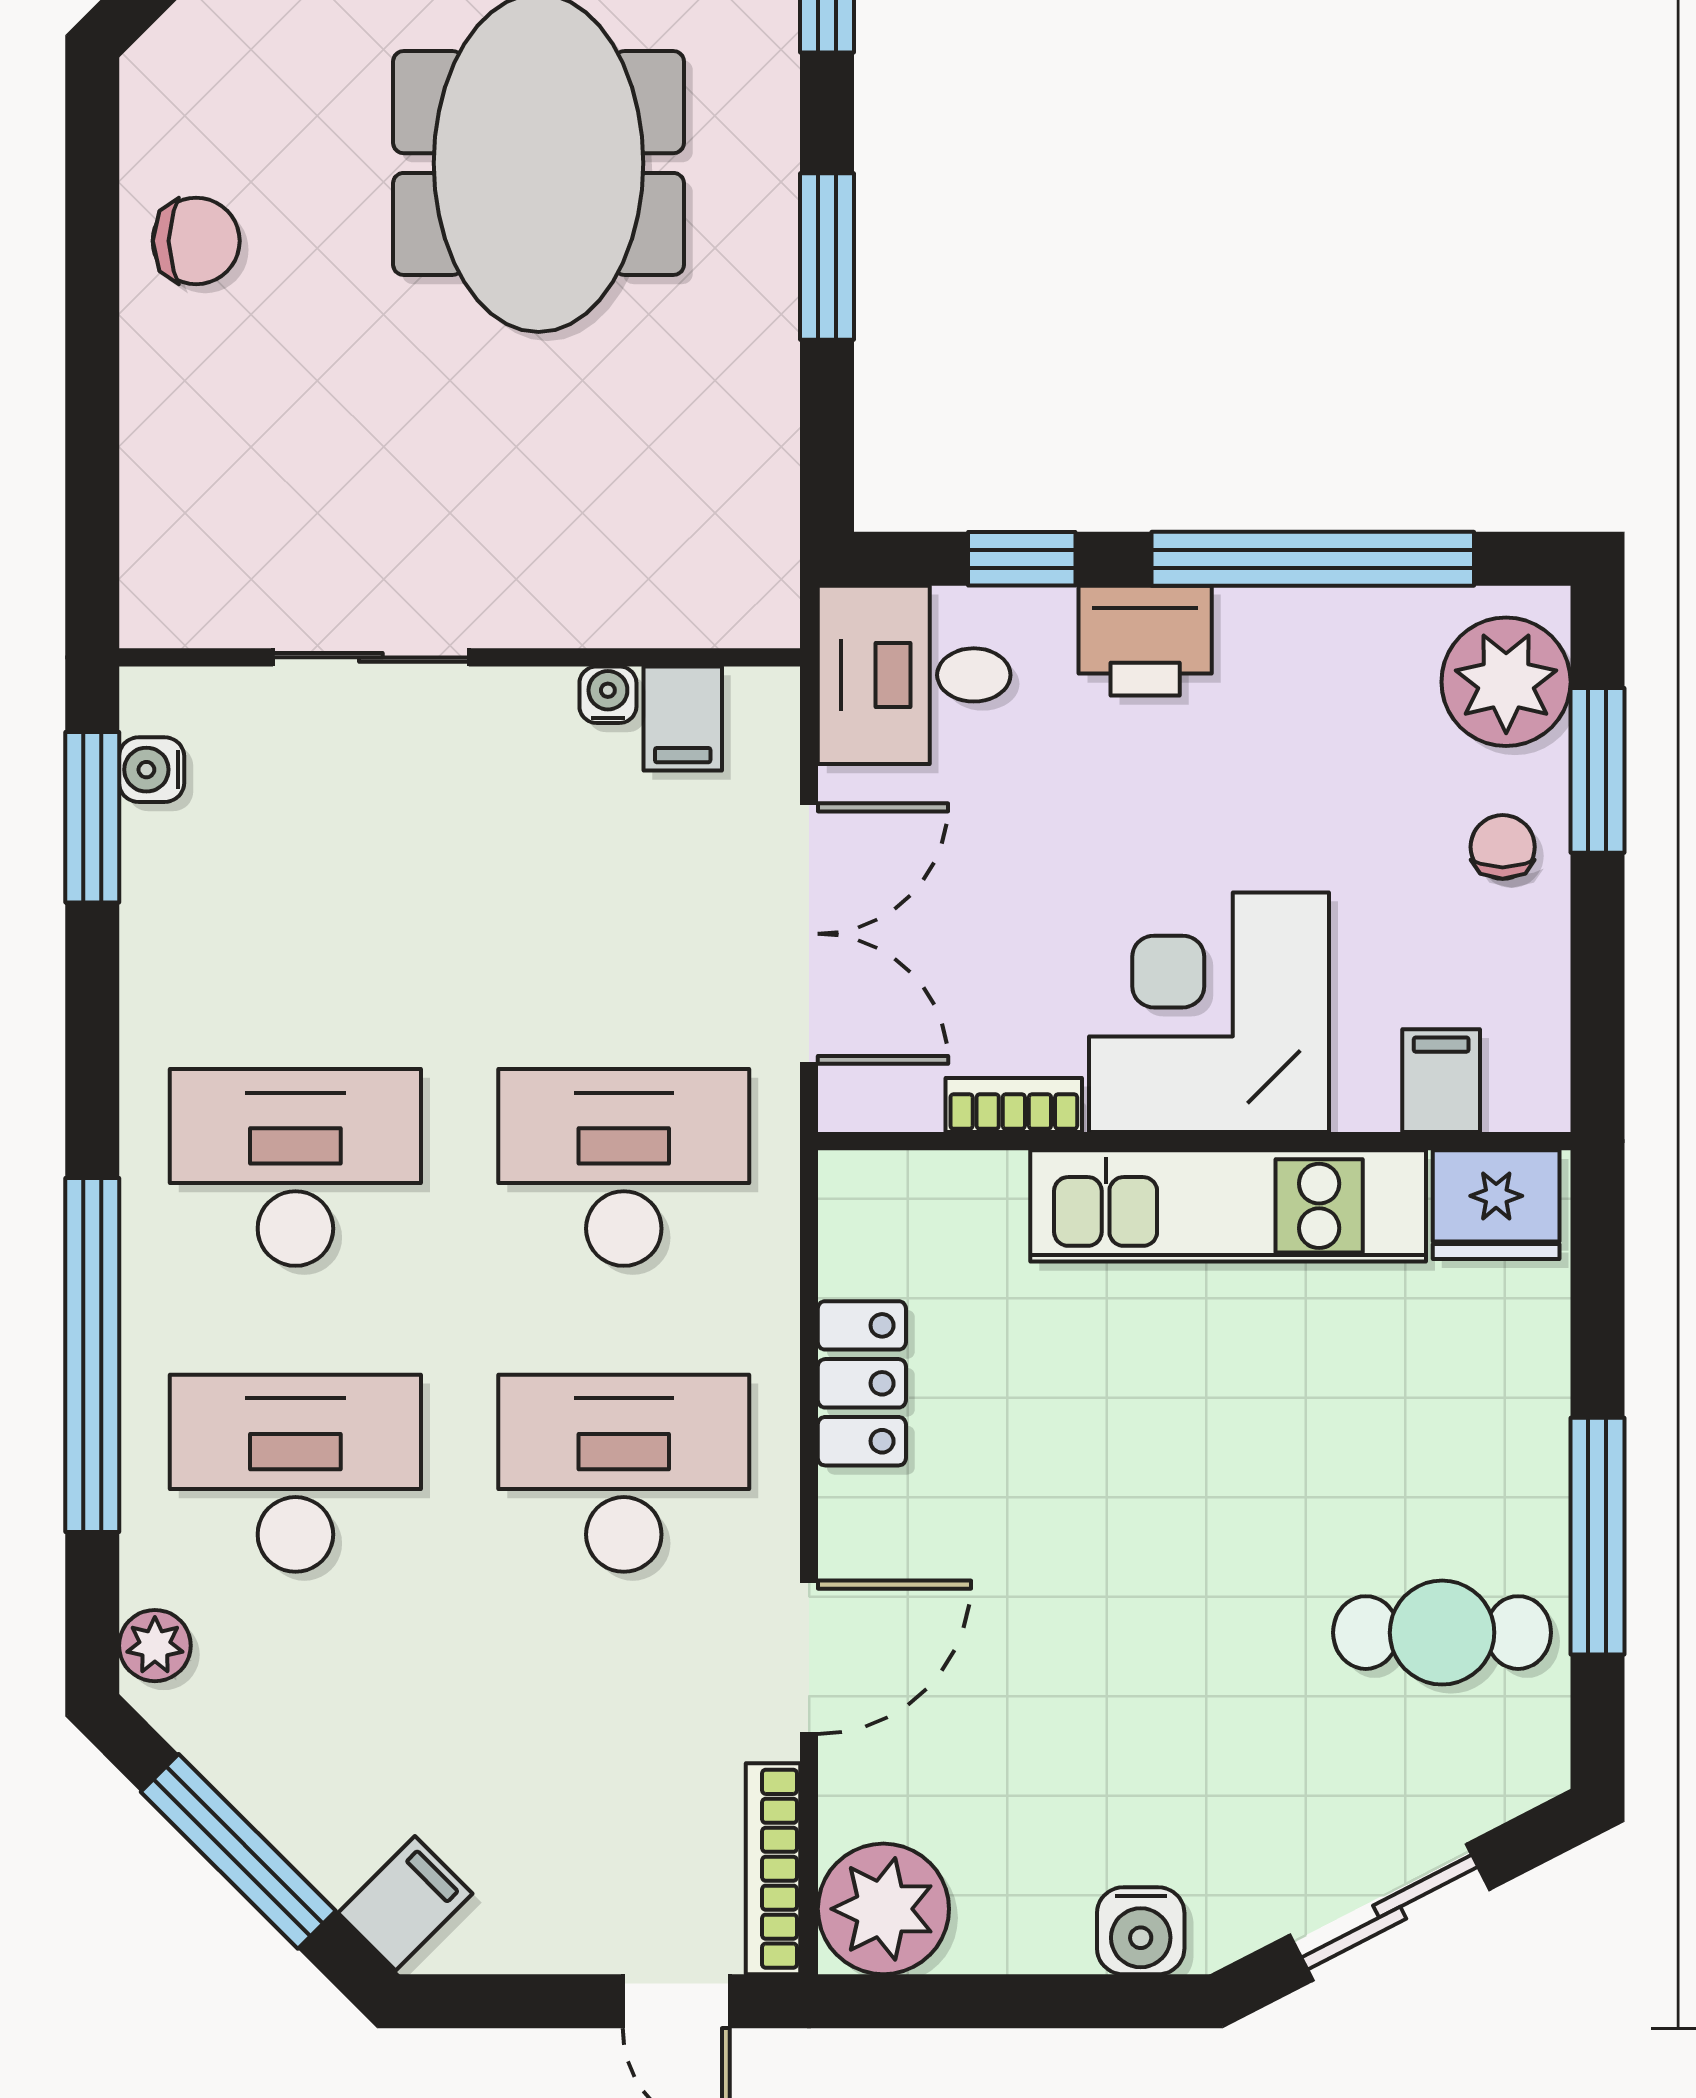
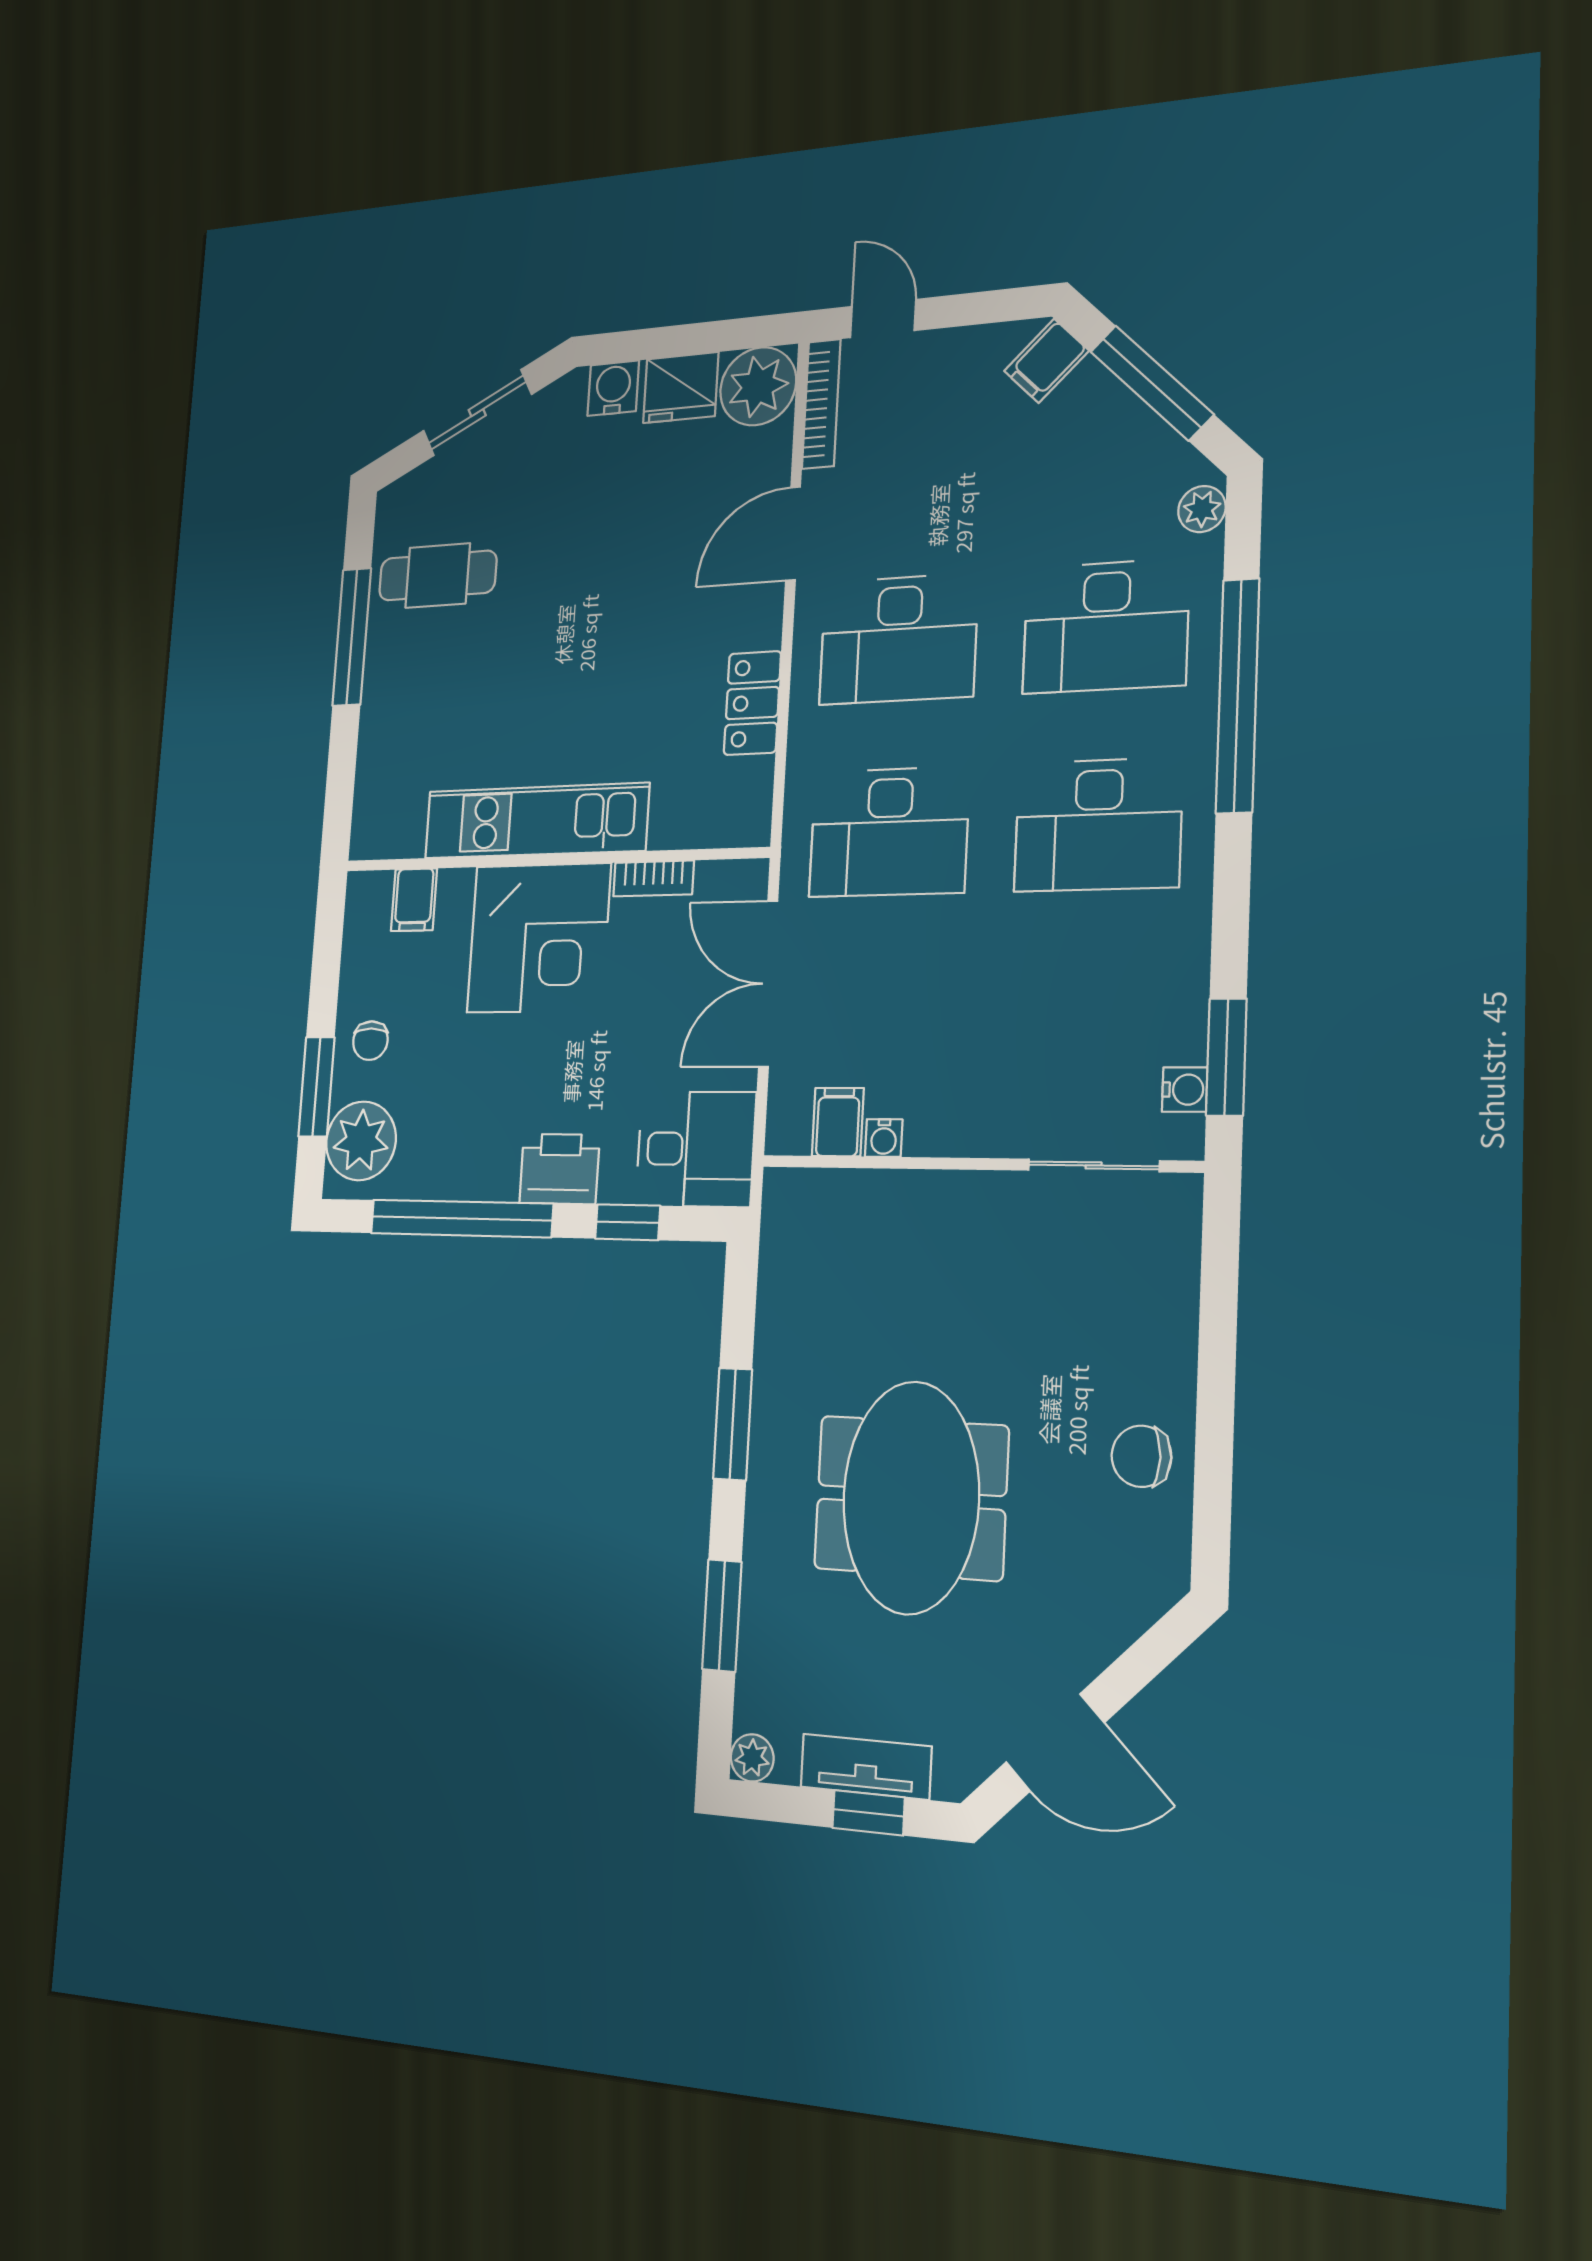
sliding door: (371, 657) -> (1094, 1165), moved
fridge: (1496, 1205) -> (681, 388), moved, turned 180

